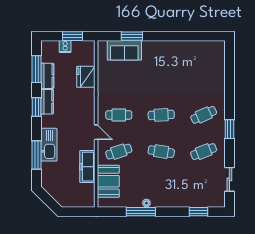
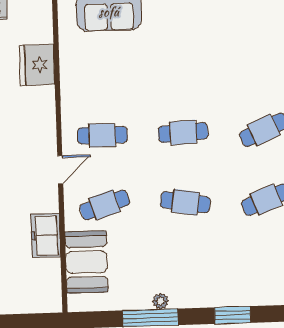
door: (96, 132) -> (60, 170), hinge flipped
freezer: (87, 167) -> (46, 235), width x0.71
window: (199, 212) -> (233, 315), moved

